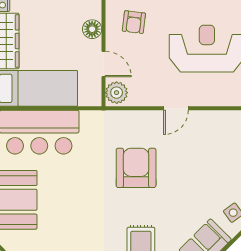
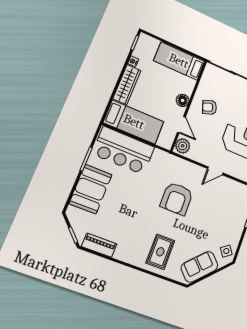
armchair: (134, 22) -> (210, 107), turned 63
armchair: (136, 168) -> (177, 199), turned 180

